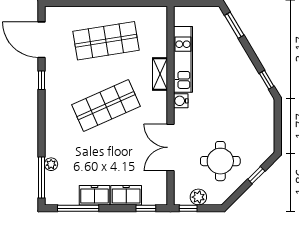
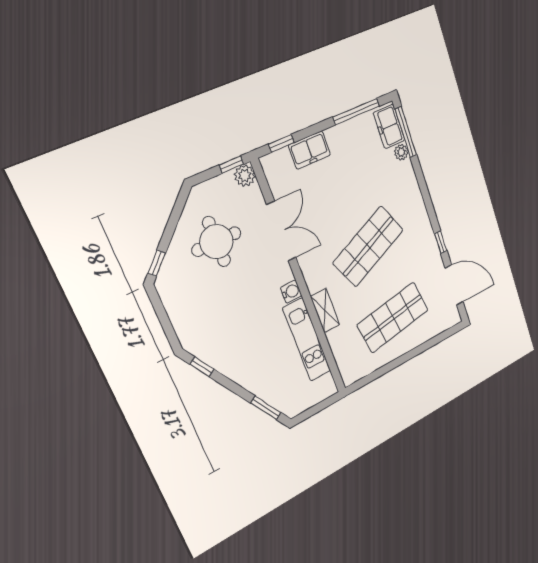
window: (256, 175) -> (157, 263), moved
freezer: (94, 195) -> (389, 127), moved, turned 90
plant: (198, 197) -> (245, 176), moved

